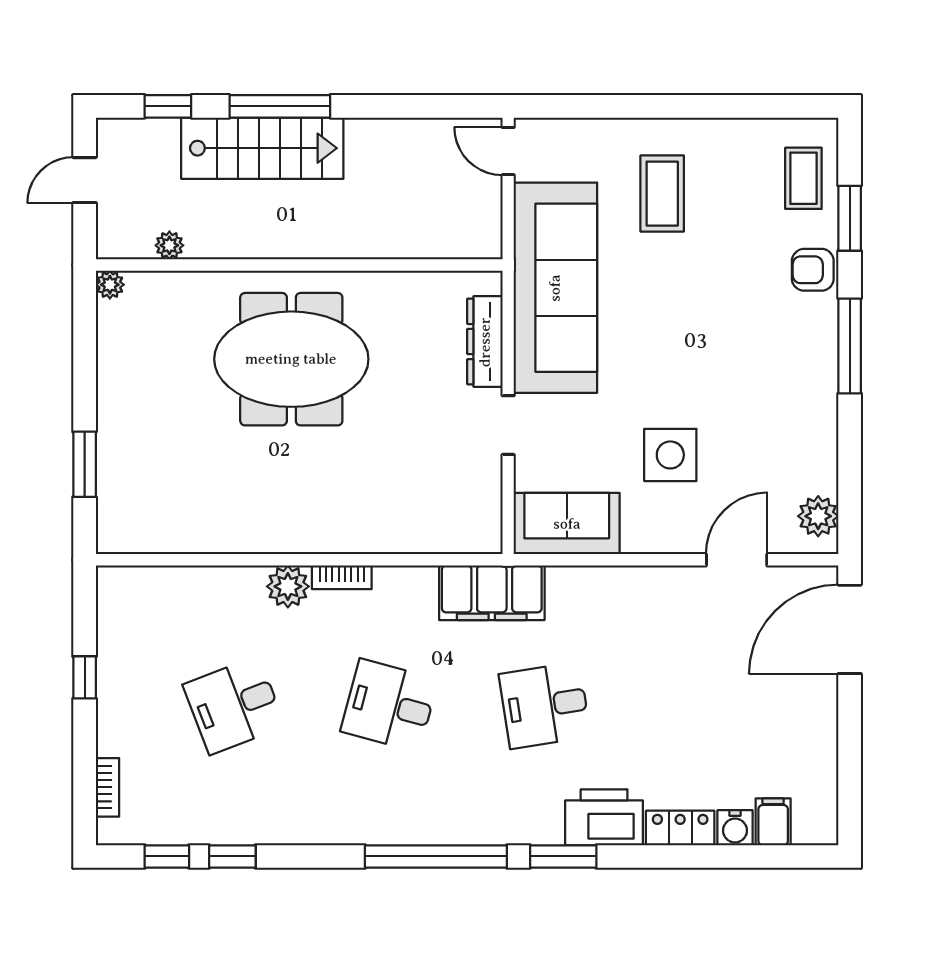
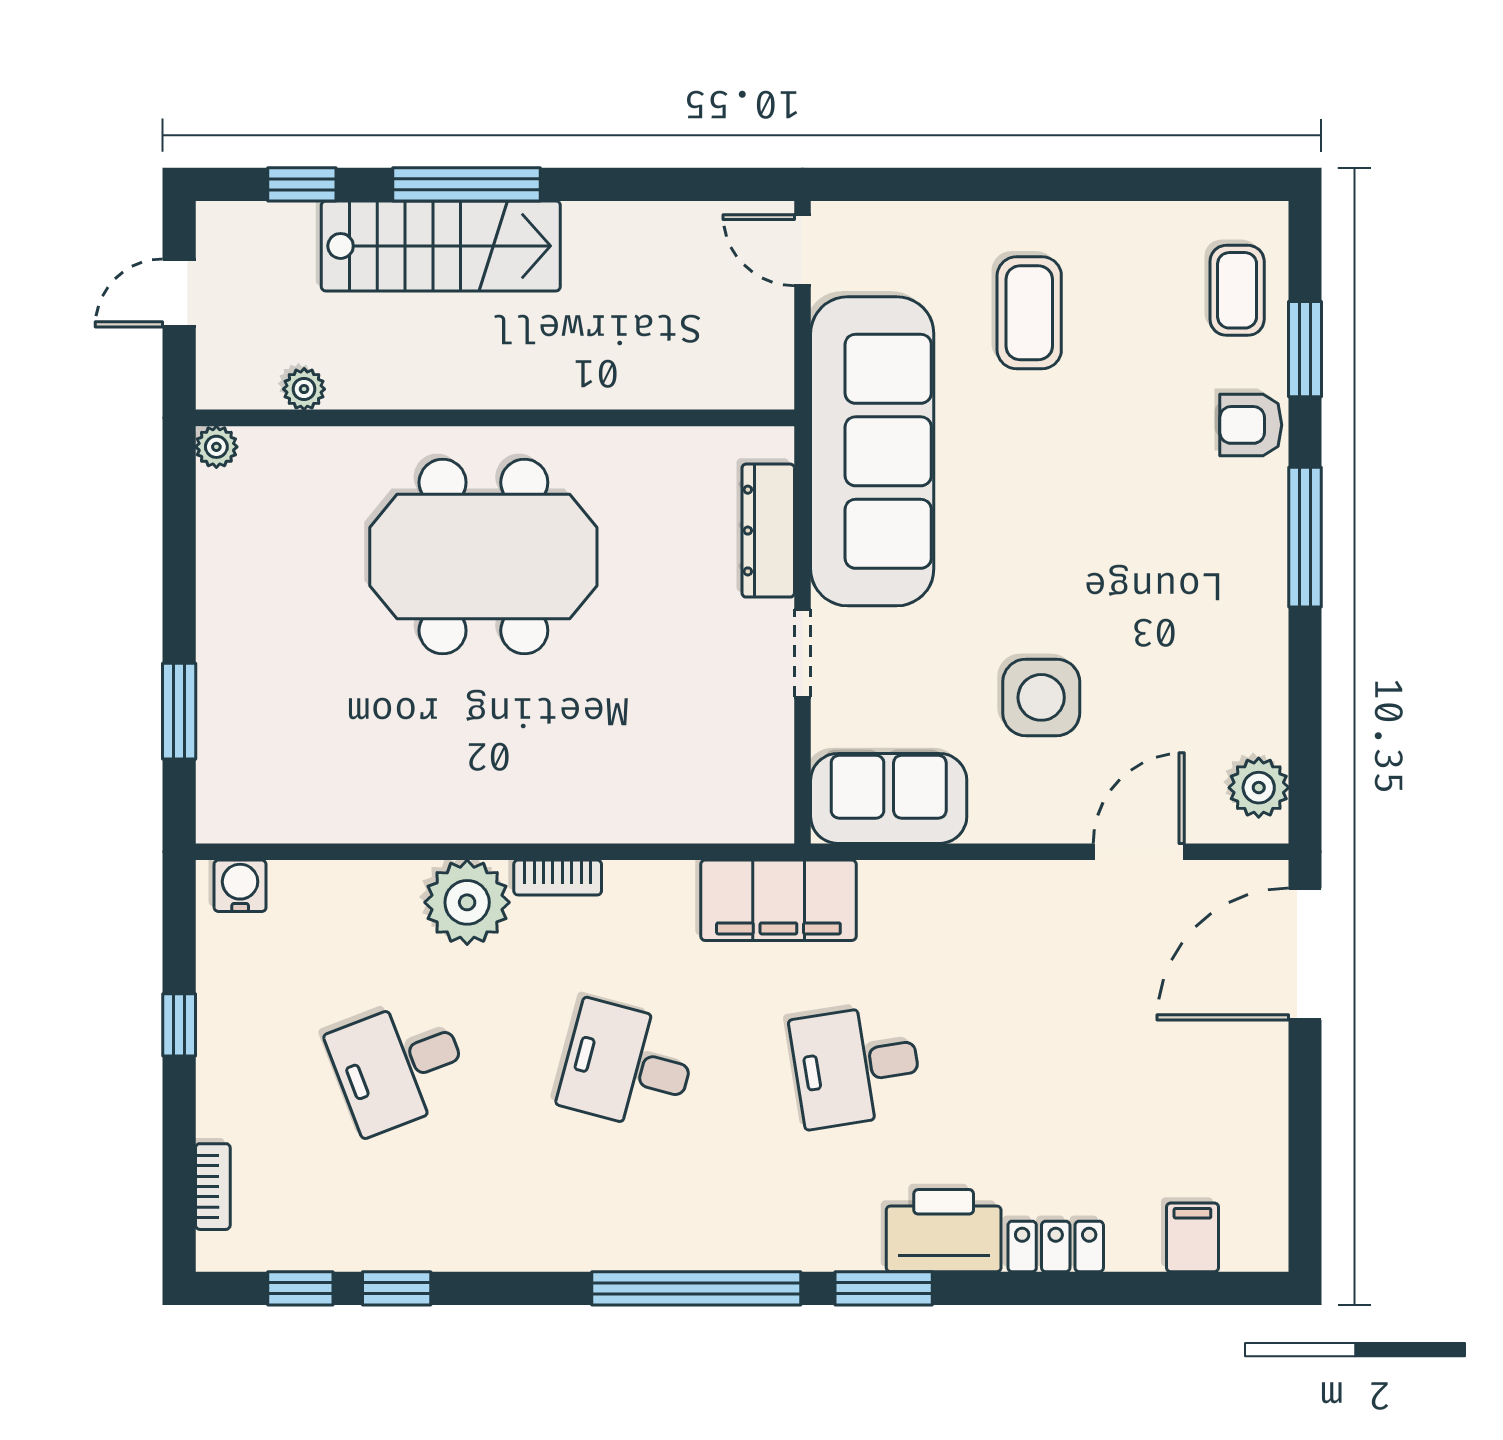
plant: (288, 586) -> (467, 902), width x1.36, depth x1.36
water cooler: (735, 828) -> (240, 886), moved, turned 180

